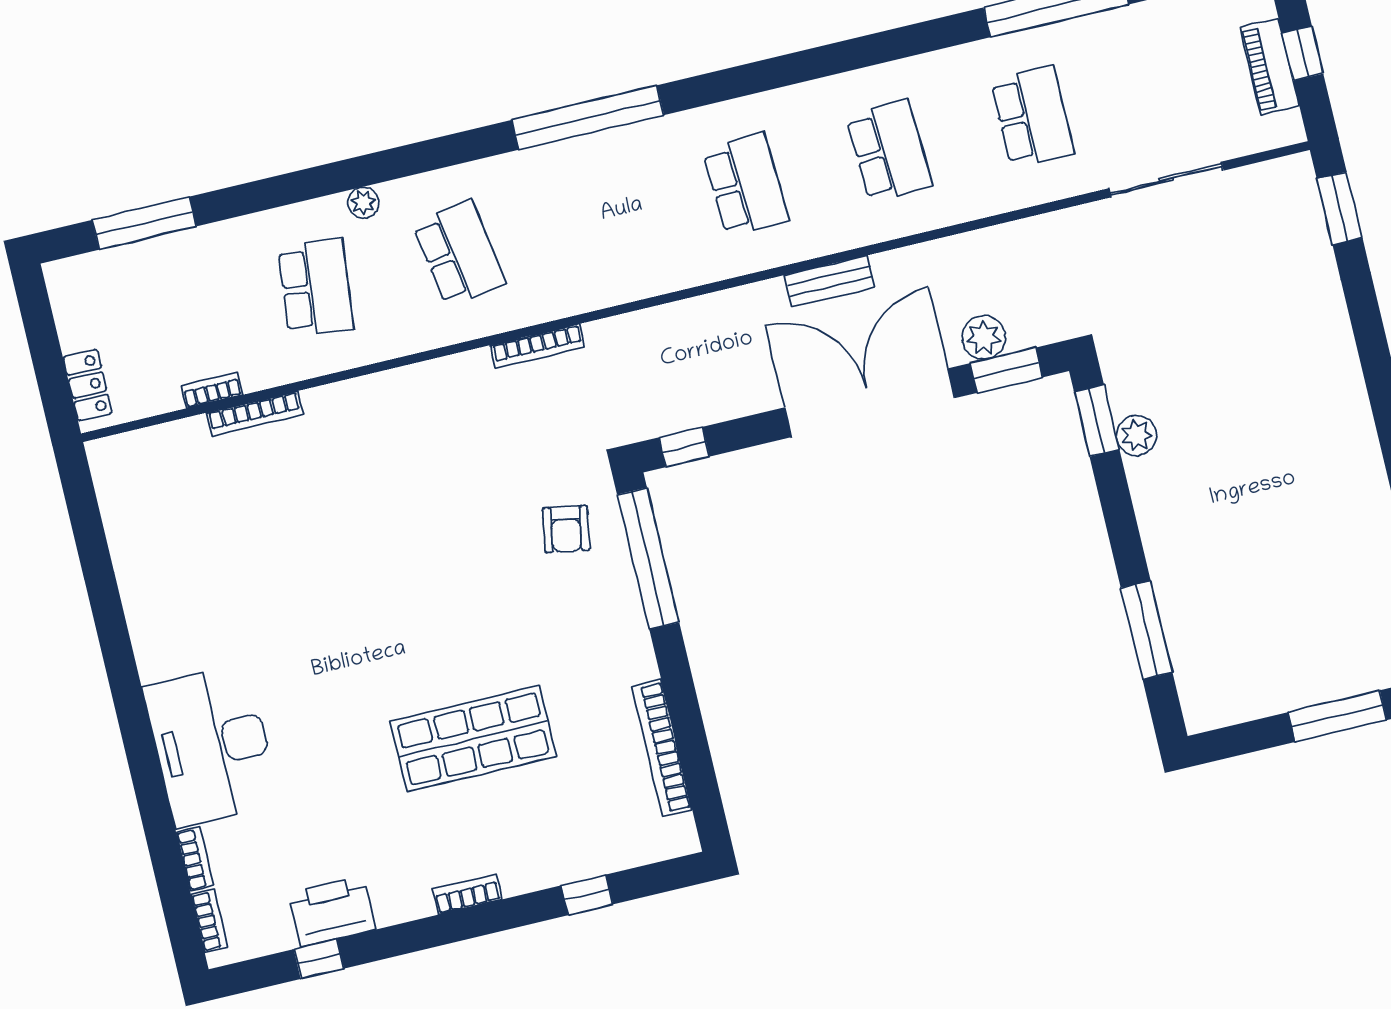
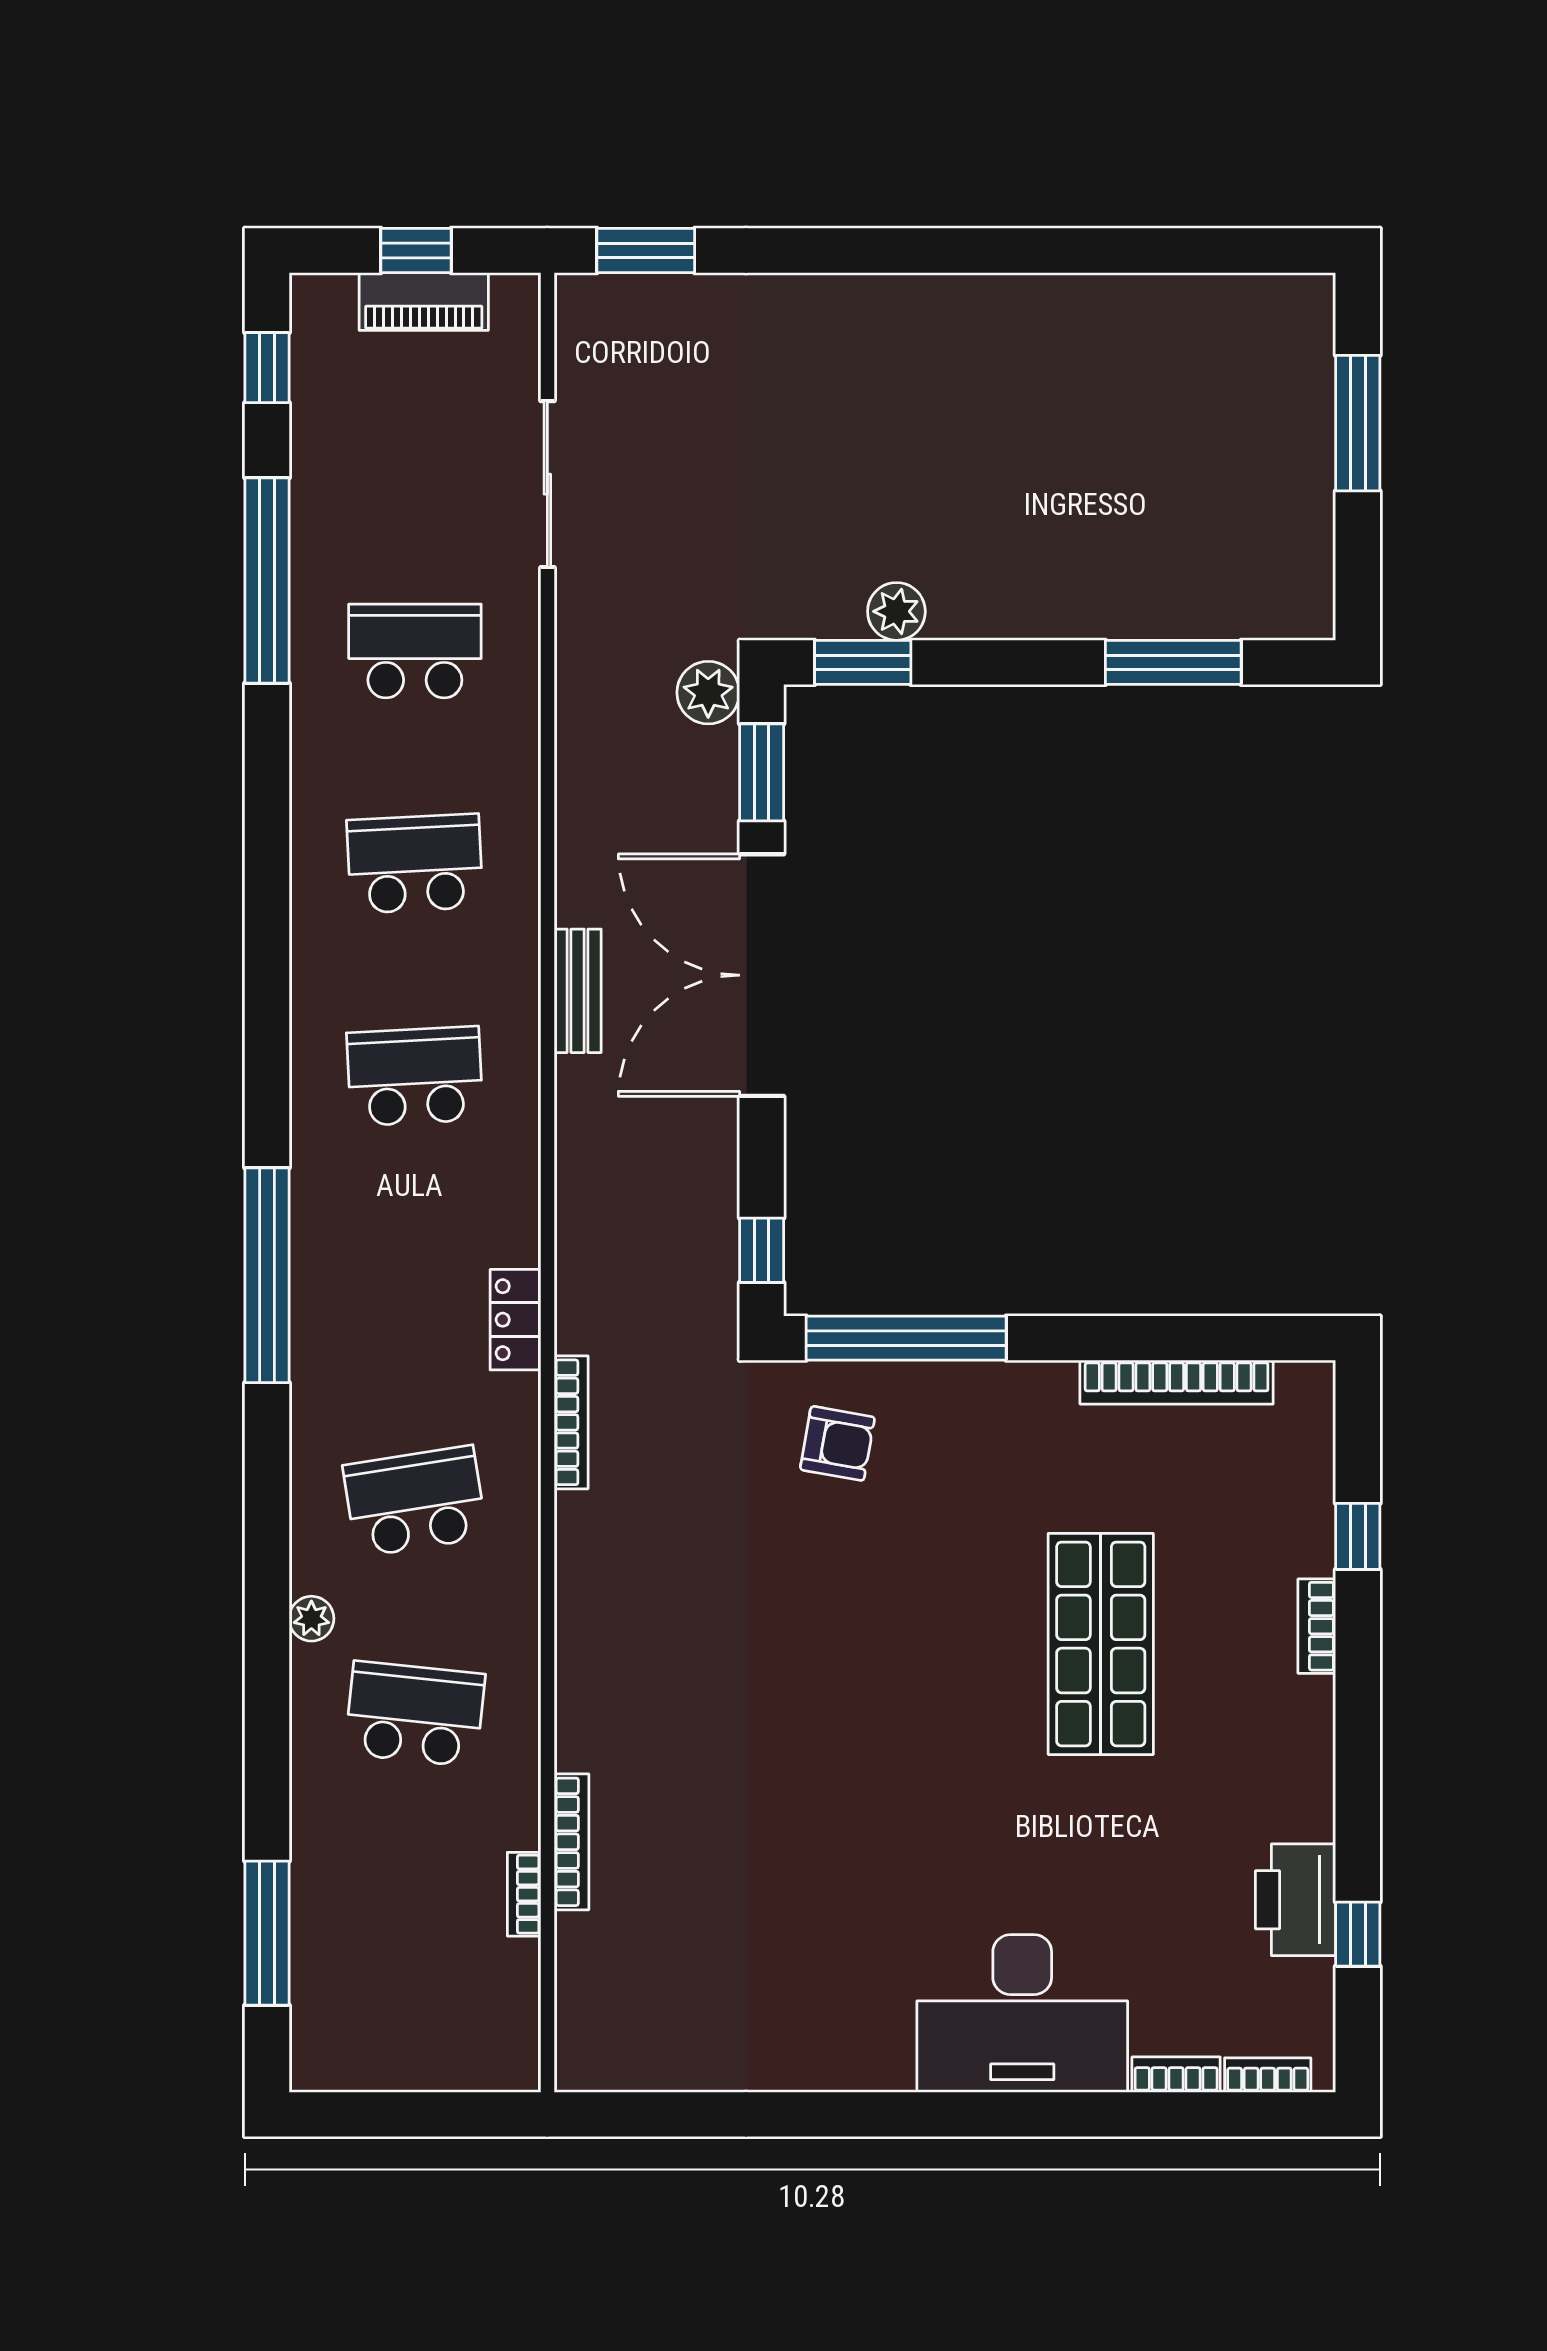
plant: (984, 338) -> (708, 693), moved
locker: (88, 385) -> (515, 1320), moved, turned -90
bookcase: (467, 894) -> (1317, 1626), moved

